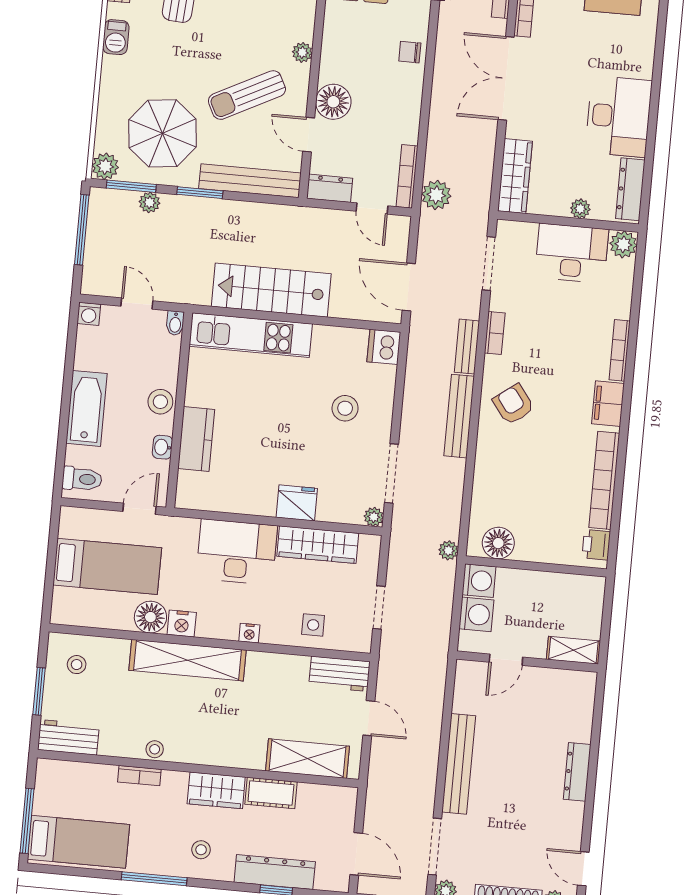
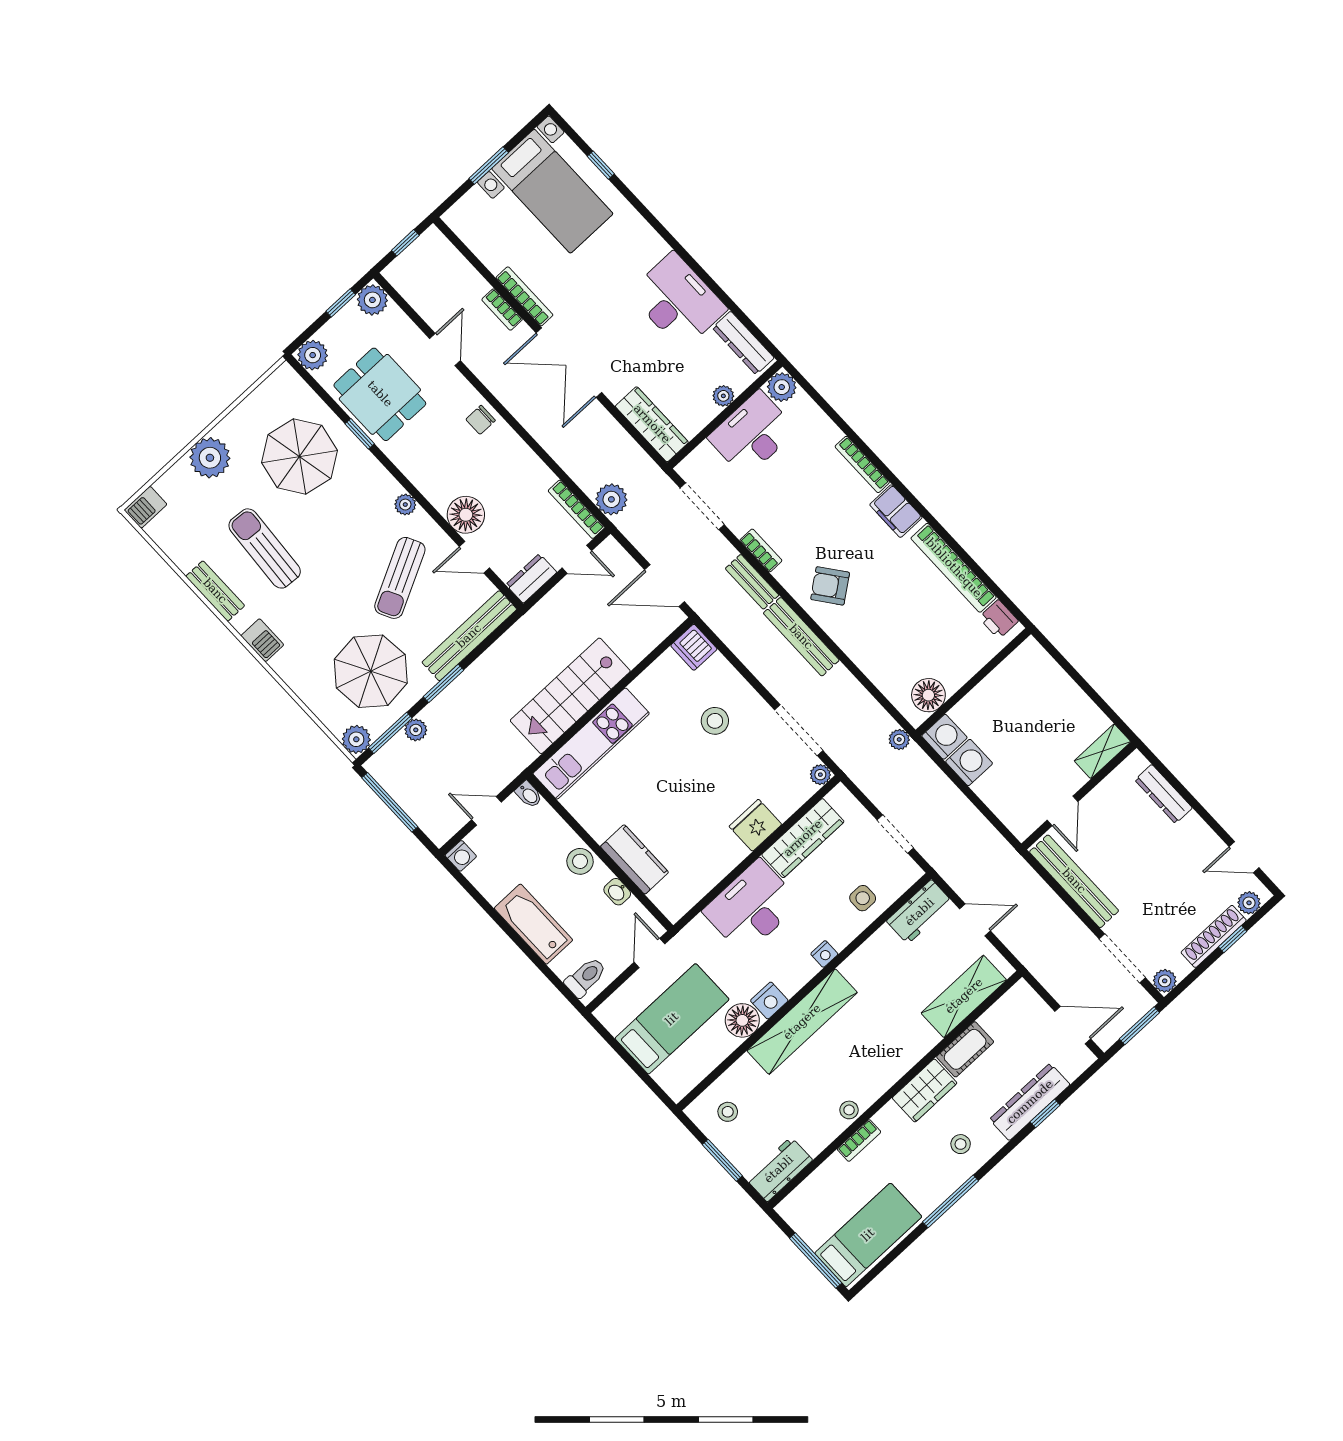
shelving: (573, 650) -> (1102, 751), moved
door: (506, 660) -> (1063, 811), moved
wall: (527, 662) -> (1079, 796), moved

